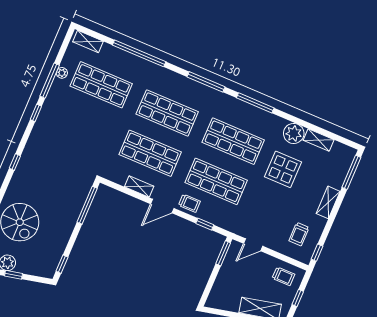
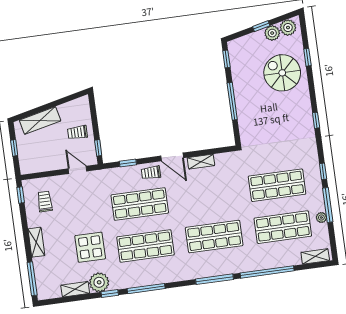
window: (206, 82) -> (215, 279), moved
window: (290, 118) -> (110, 294), added
shop shelf: (150, 153) -> (277, 185), moved
window: (87, 205) -> (232, 101), moved
door: (162, 206) -> (172, 157), swing flipped
door: (253, 245) -> (78, 170), hinge flipped
window: (223, 253) -> (98, 148), width x0.67
trolley: (283, 276) -> (77, 132), moved

